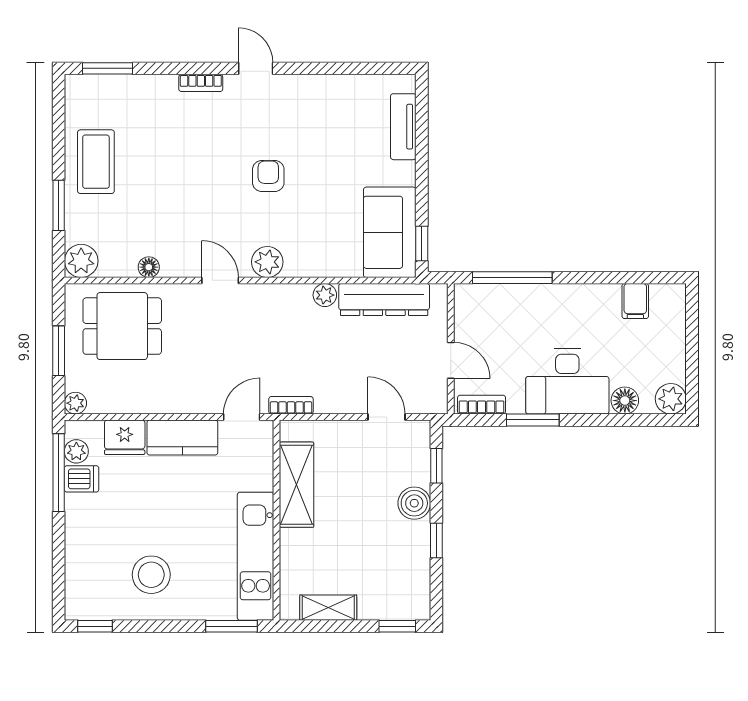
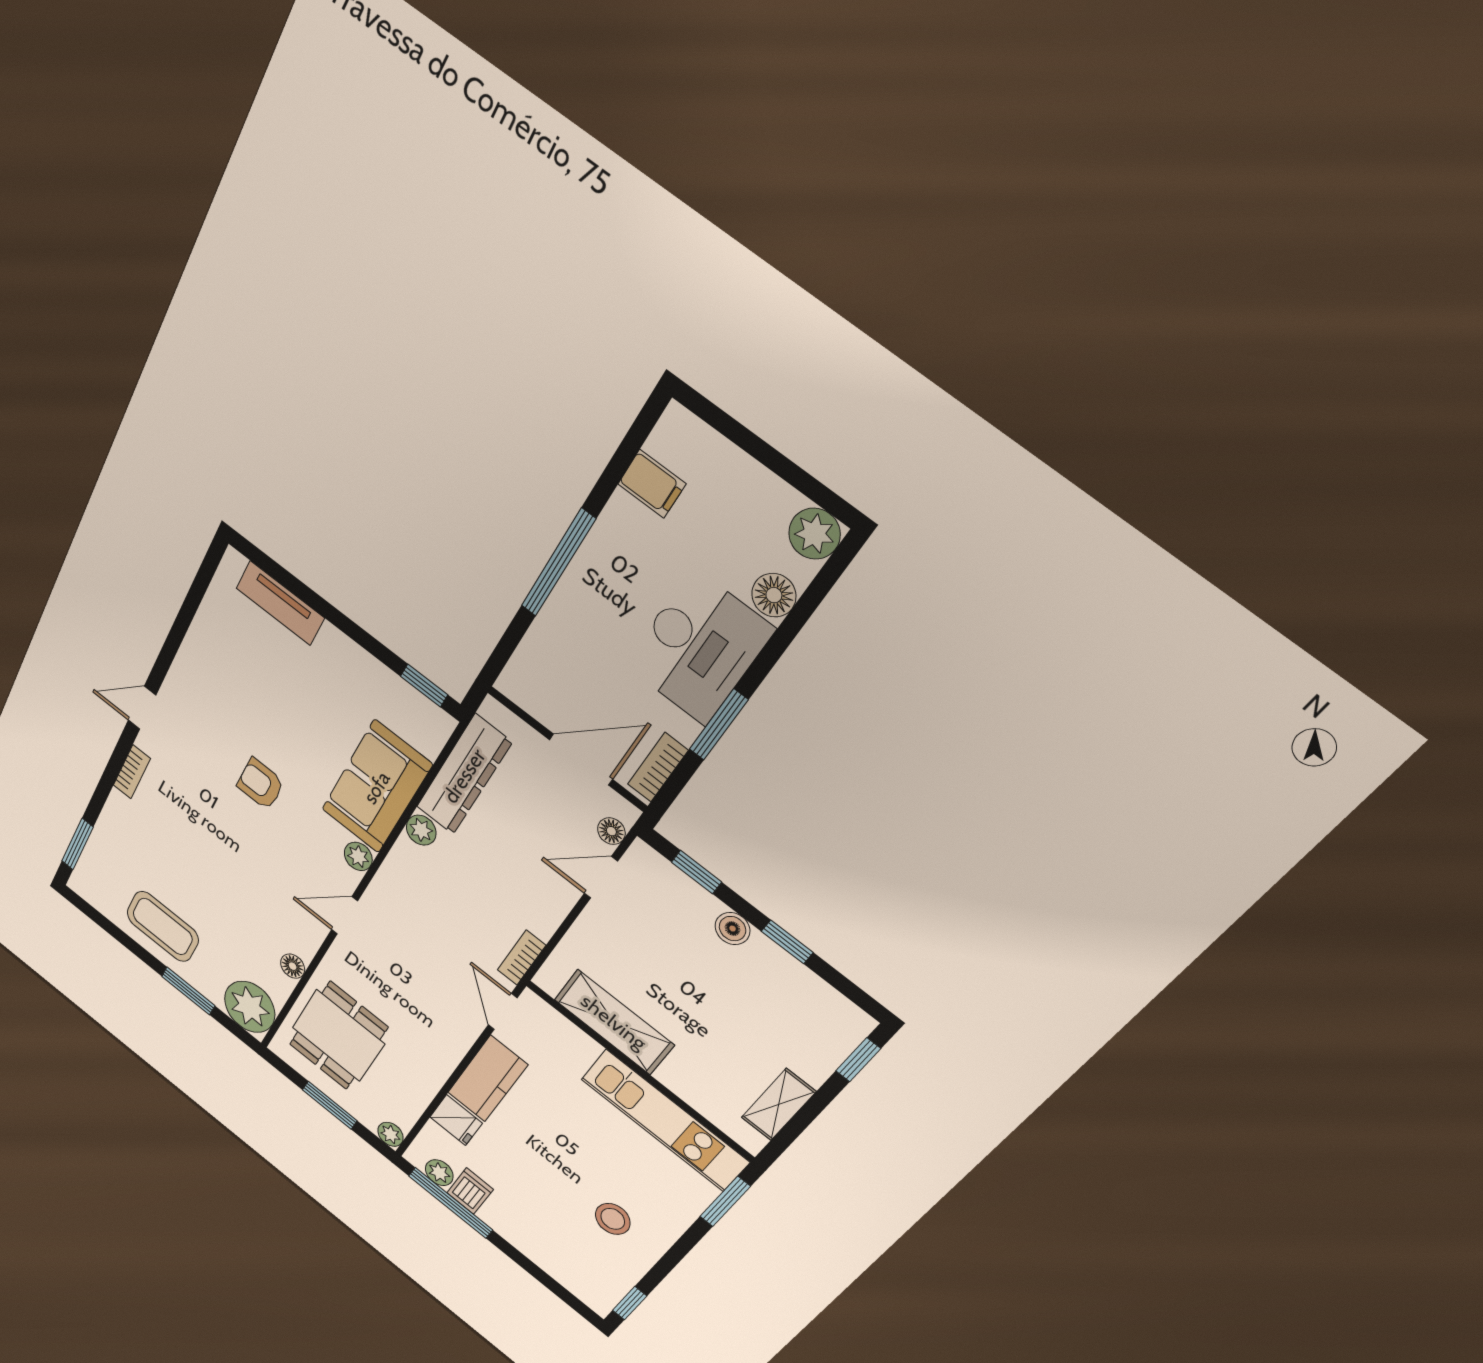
sofa: (390, 232) -> (376, 787), moved, turned 90
plant: (81, 261) -> (250, 1007), width x1.36, depth x1.36
plant: (267, 262) -> (358, 856), width x0.73, depth x0.73
window: (512, 278) -> (558, 563), moved
door: (451, 360) -> (581, 760), width x1.38
floor lamp: (421, 404) -> (611, 831), added
fridge: (125, 437) -> (456, 1120), width x0.72
boiler: (414, 503) -> (733, 929), width x0.73, depth x0.73
stool: (151, 575) -> (613, 1219), width x0.73, depth x0.73

